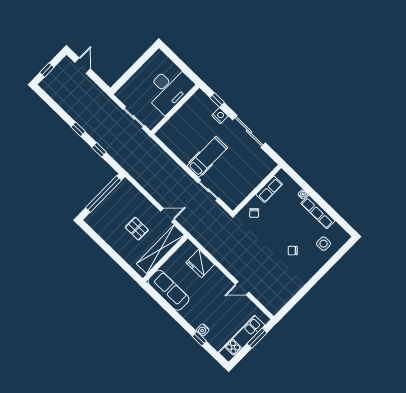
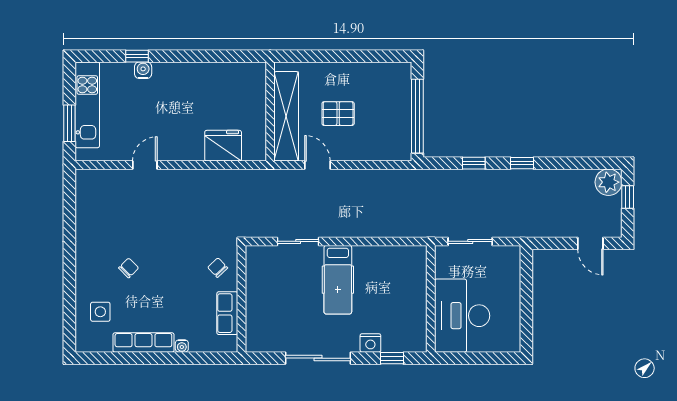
plant: (49, 84) -> (609, 182), added
door: (167, 215) -> (317, 165), swing flipped
sofa: (168, 290) -> (229, 77), removed

